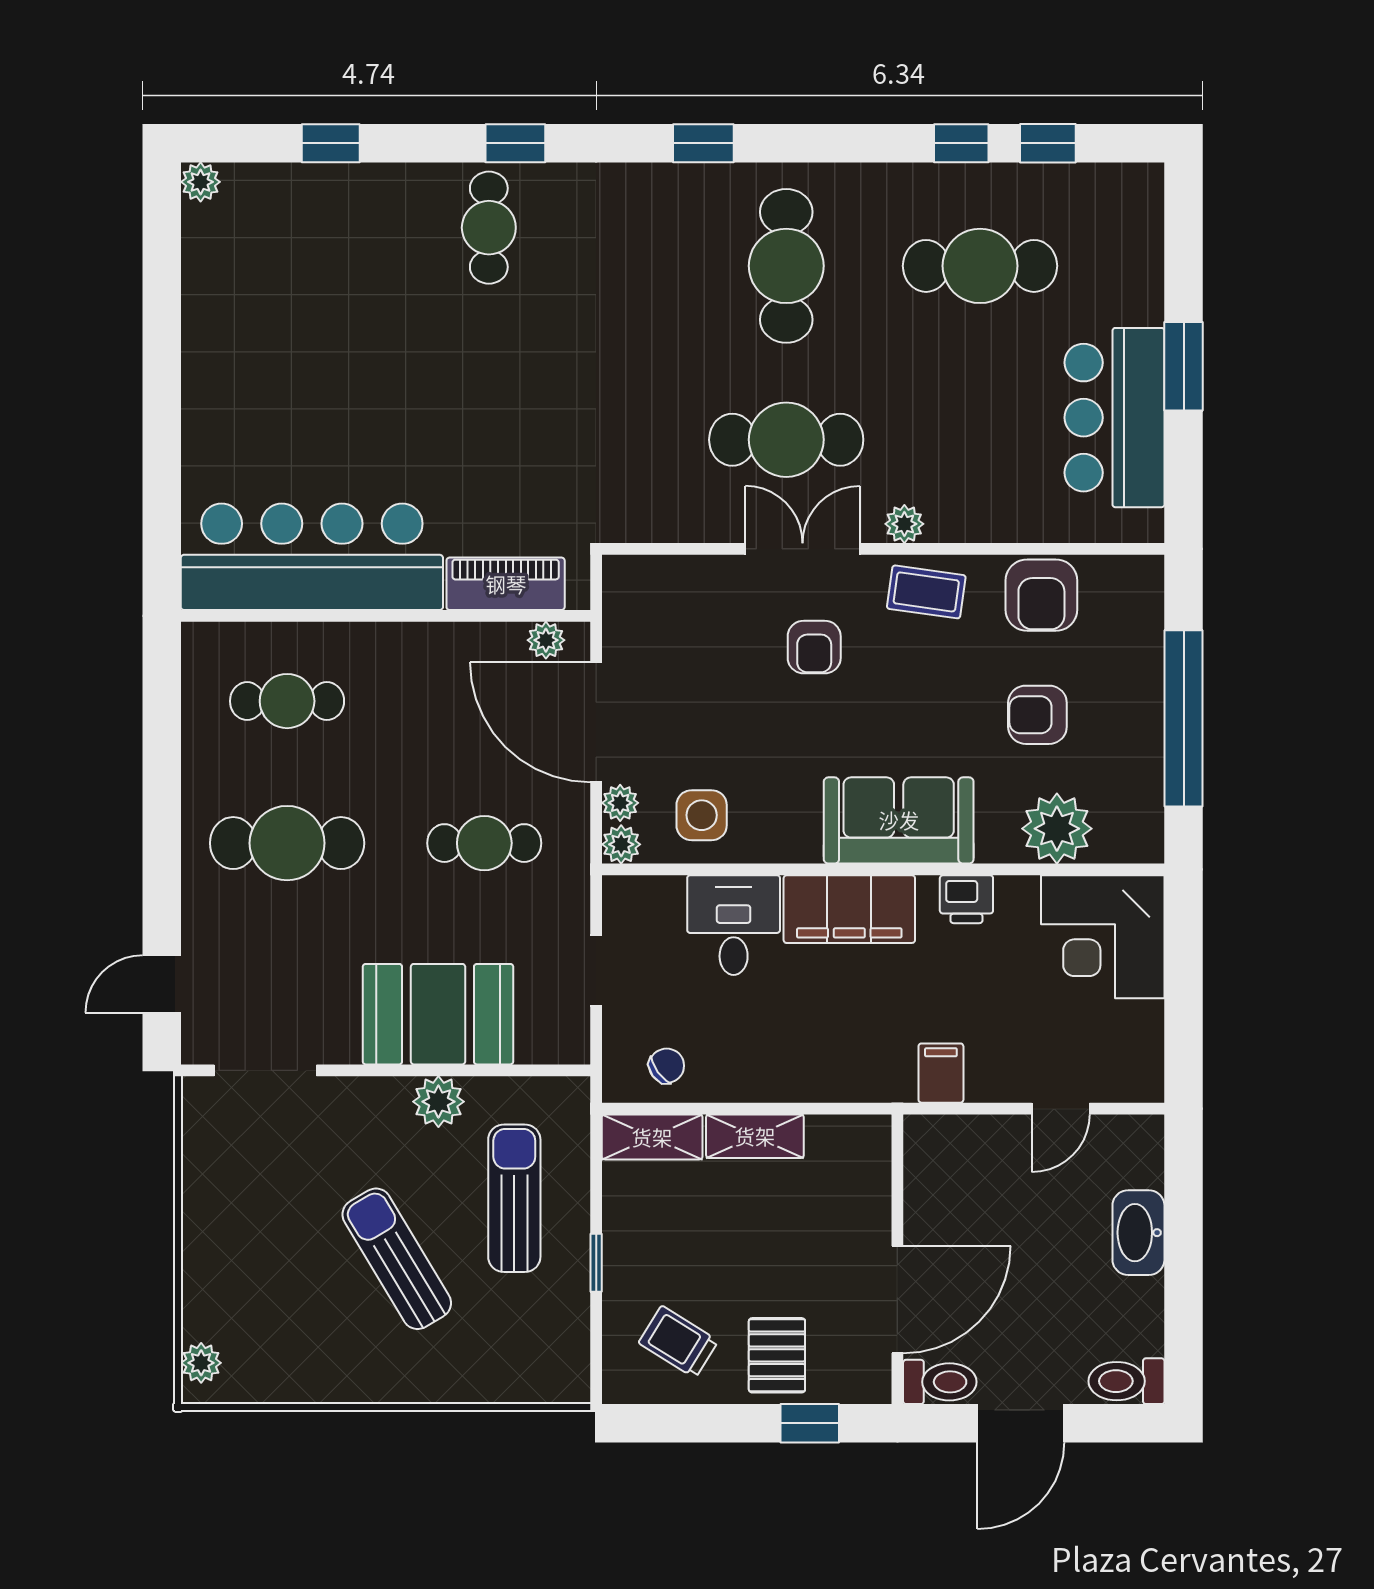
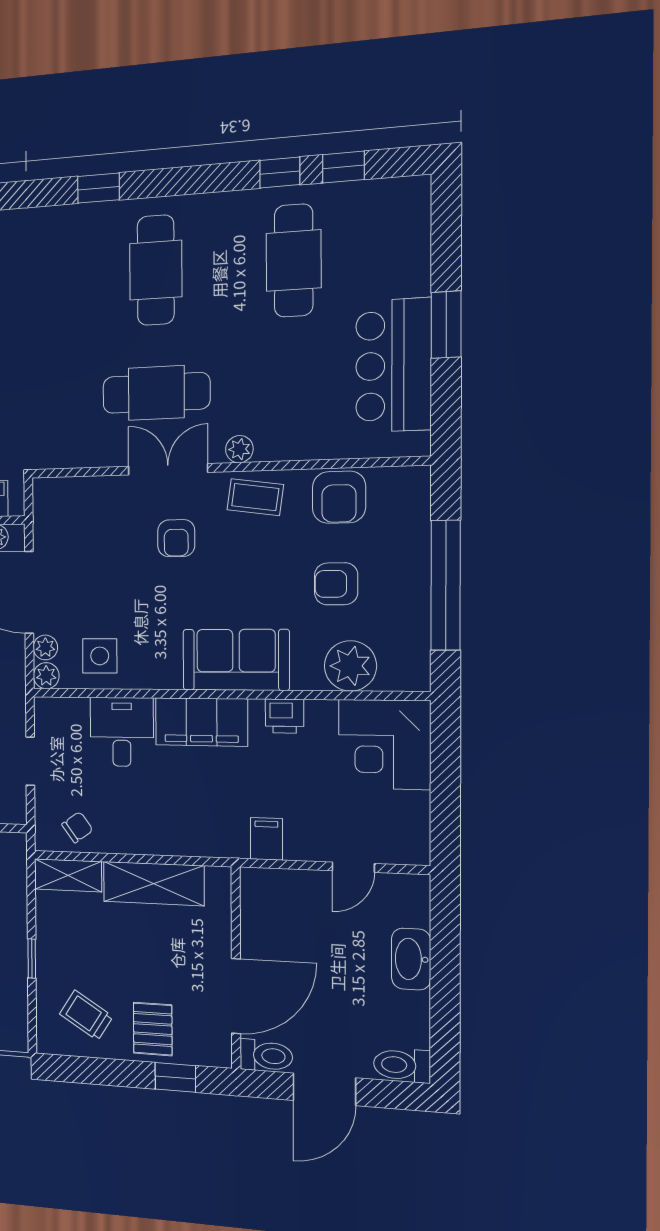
cafe table: (980, 266) -> (294, 260), turned 90
shelving: (755, 1136) -> (154, 884), width x1.50, depth x1.33

